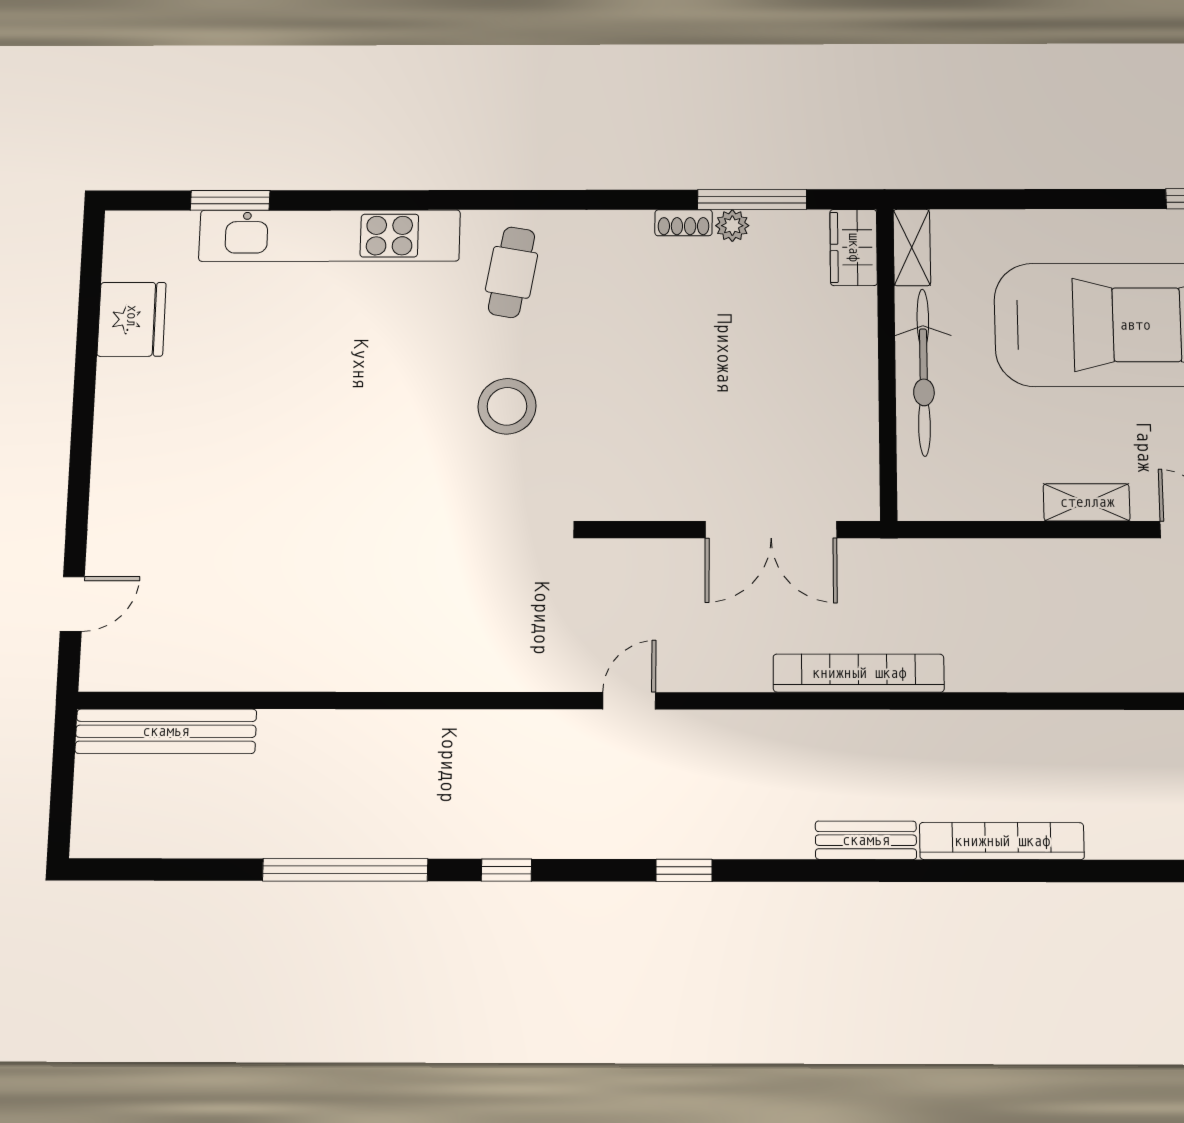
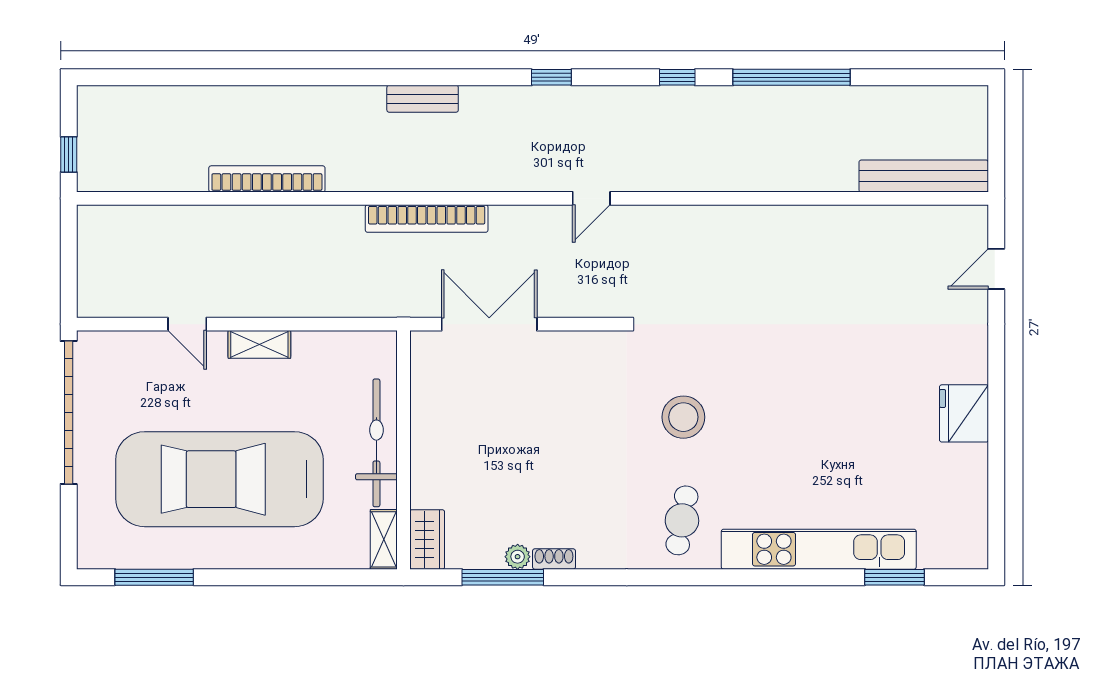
fridge: (132, 319) -> (964, 413), moved
bookcase: (1002, 841) -> (267, 179), moved, turned 180

